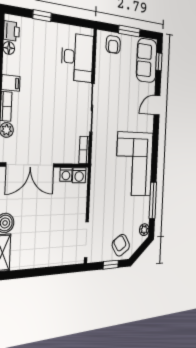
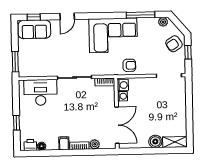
window: (129, 31) -> (15, 62), moved
armchair: (113, 45) -> (129, 65), moved
door: (157, 105) -> (67, 16), hinge flipped

